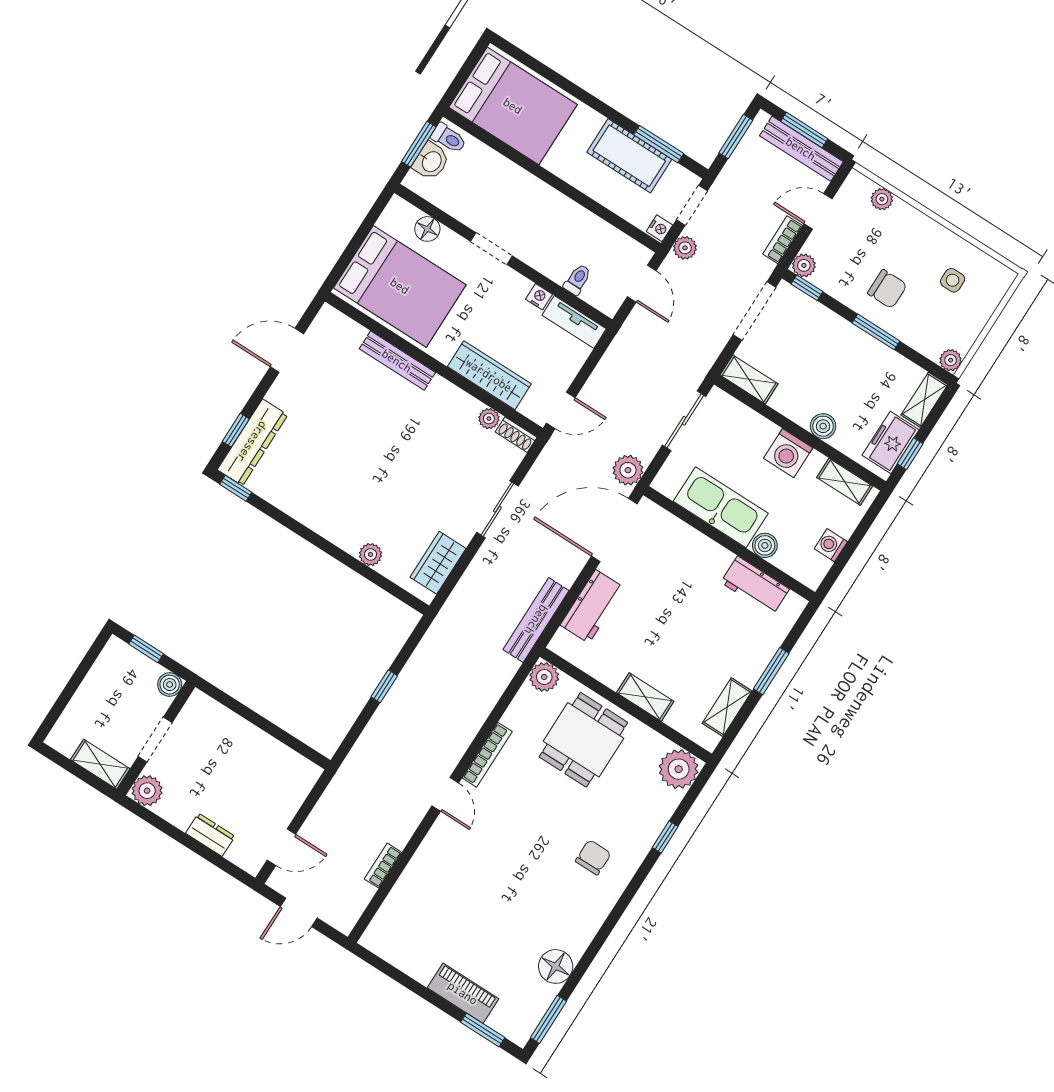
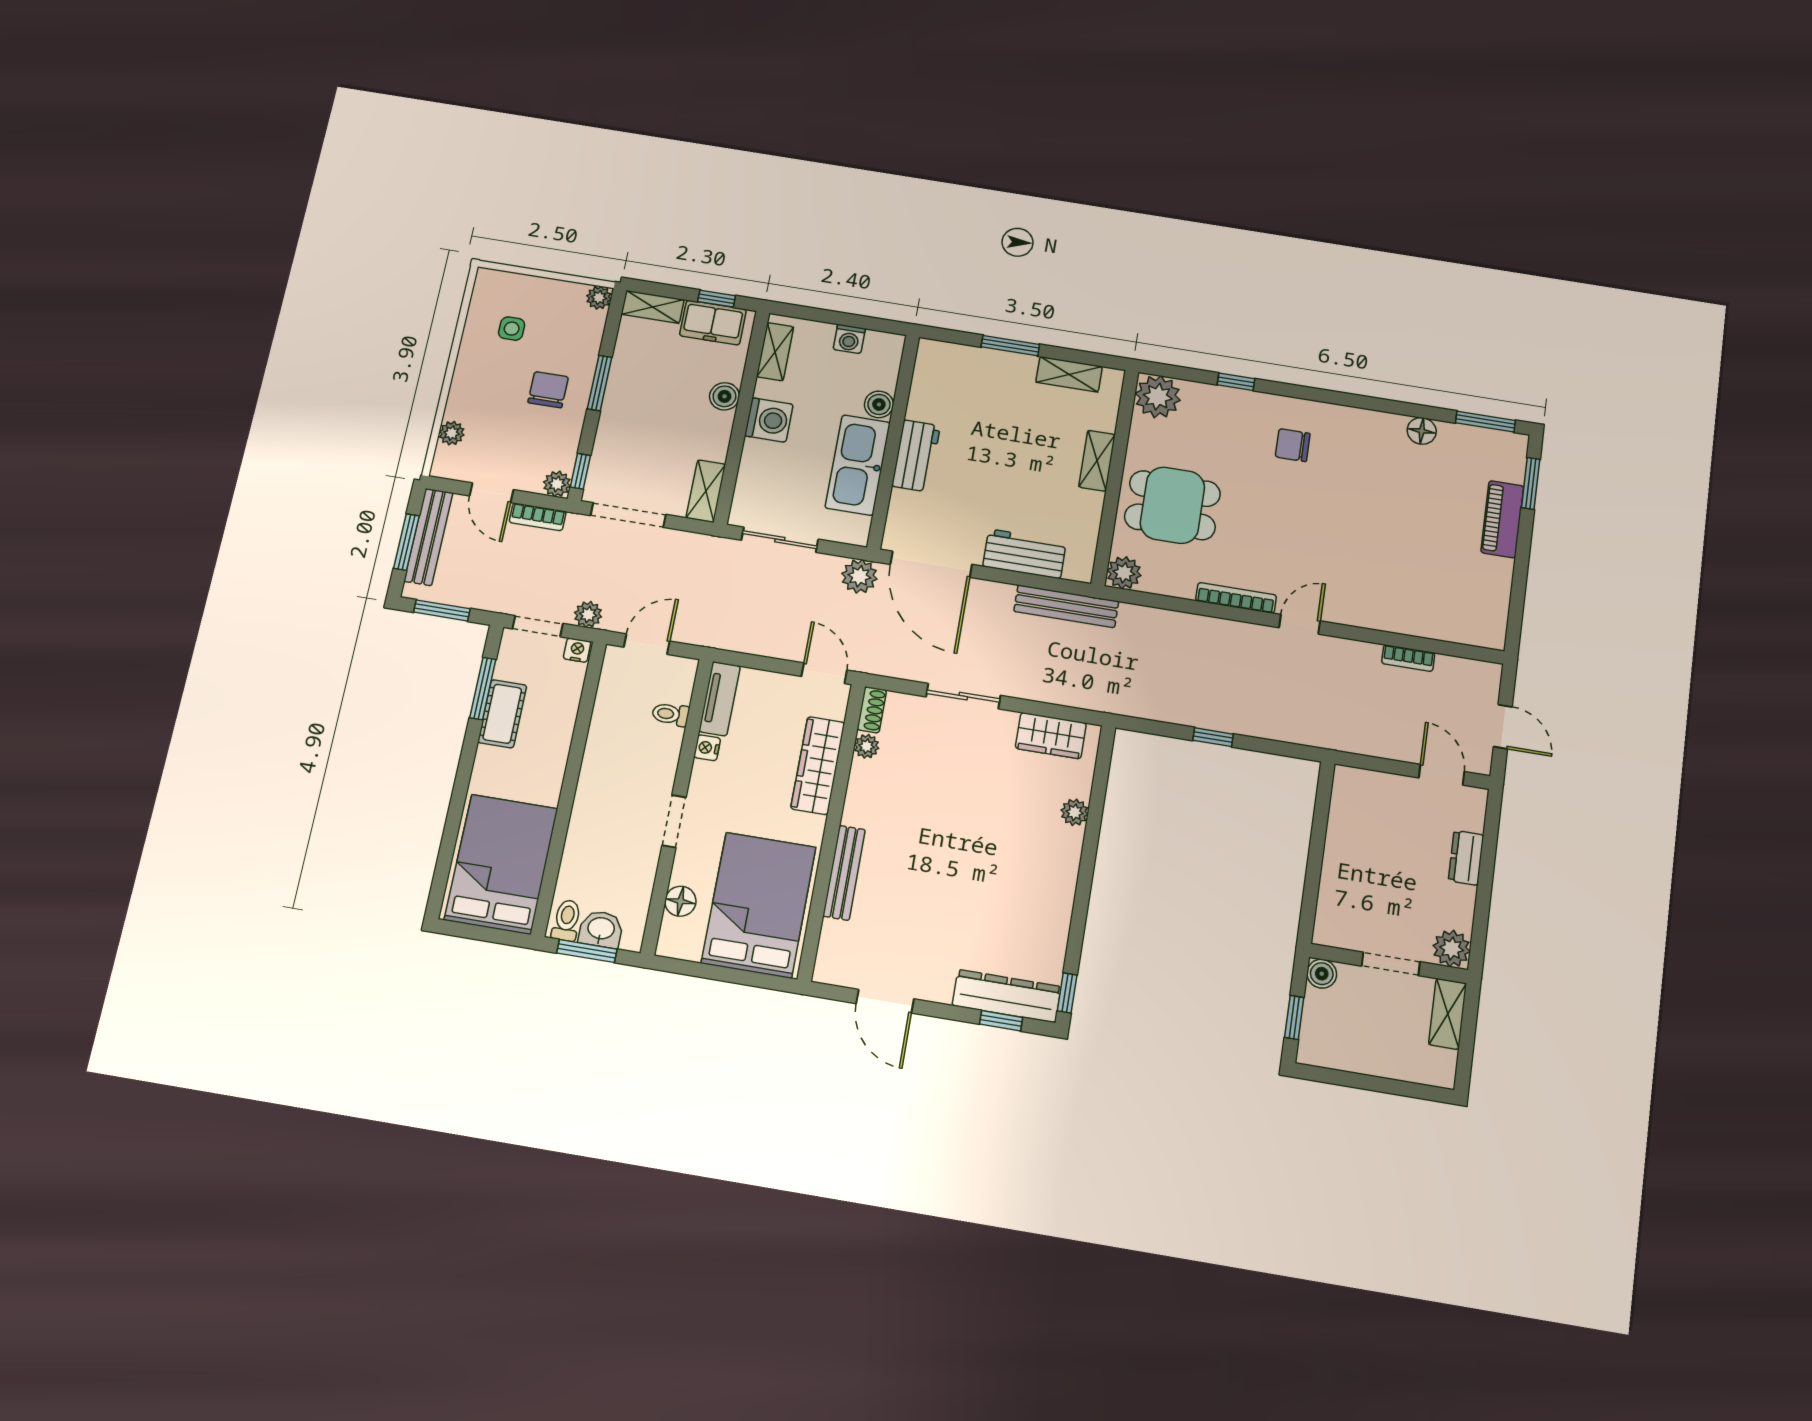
cot: (629, 156) -> (502, 714), width x0.73, depth x0.75
workbench: (755, 586) -> (916, 456), moved
floor lamp: (556, 966) -> (1422, 431), width x0.73, depth x0.73

